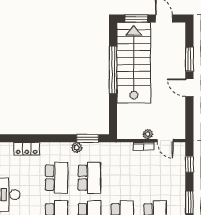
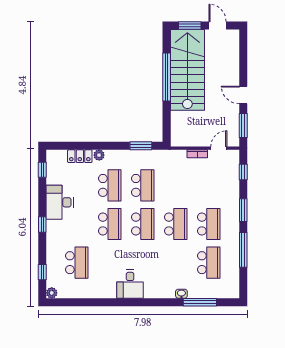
window: (189, 59) -> (243, 125), moved
plant: (148, 134) -> (201, 142), removed
door: (165, 141) -> (219, 148), swing flipped
plant: (77, 148) -> (99, 155), moved

